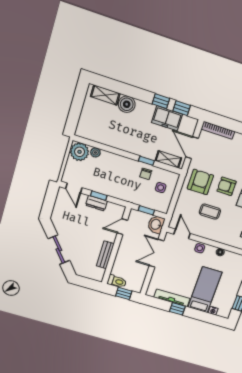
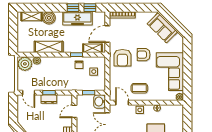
freezer: (167, 118) -> (77, 18), width x1.40
shelving: (115, 140) -> (49, 47), added
door: (192, 148) -> (107, 34), hinge flipped
armchair: (200, 182) -> (122, 58), turned 180
coffee table: (210, 212) -> (139, 88), moved

